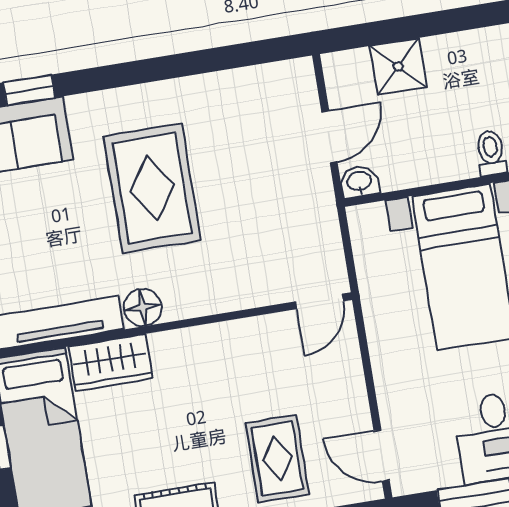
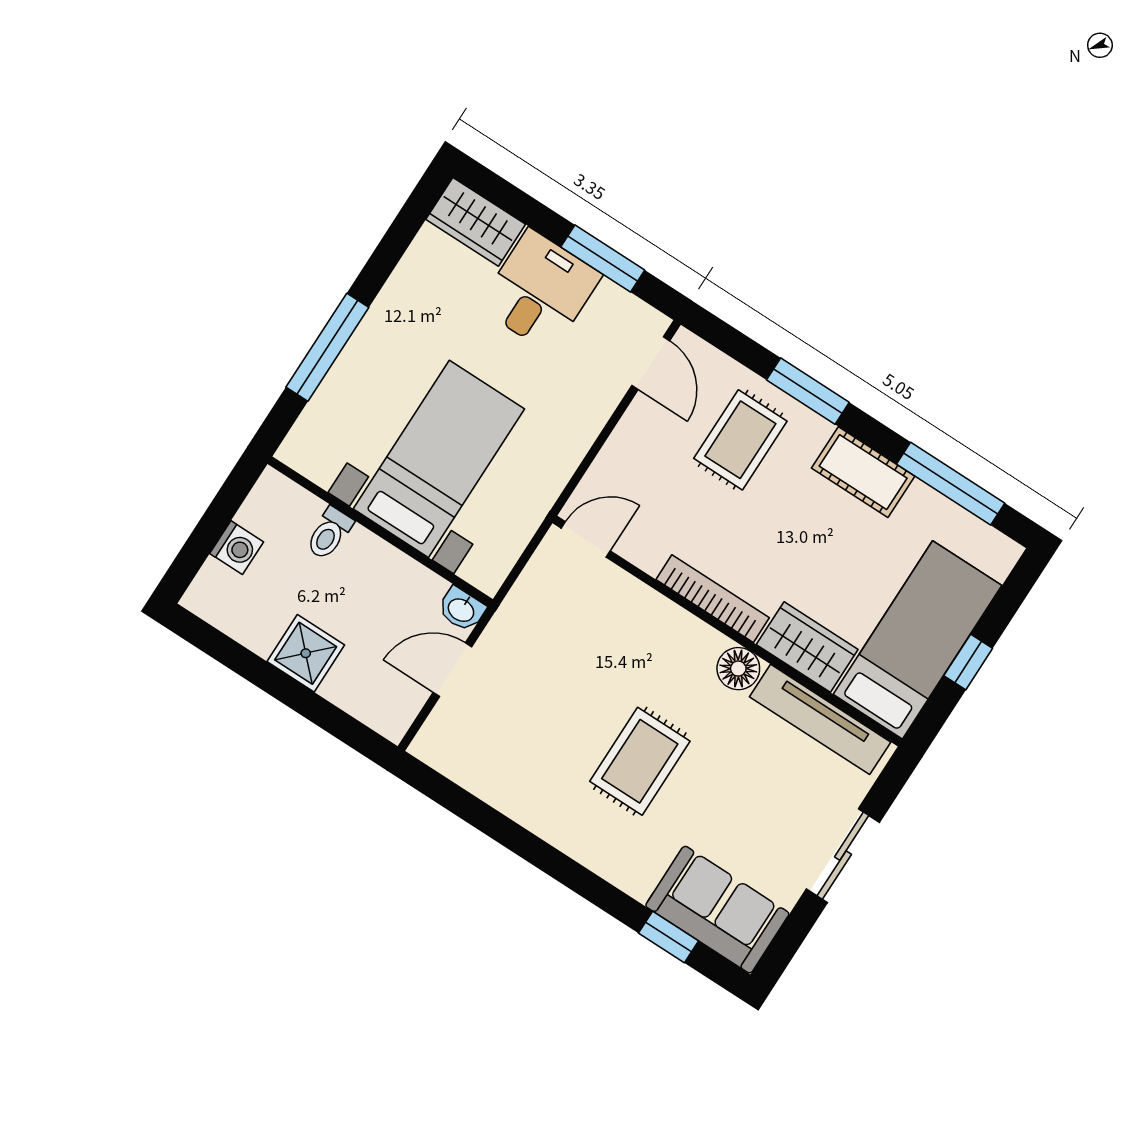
shower: (398, 66) -> (306, 653), moved
rug: (152, 188) -> (640, 761), width x0.73, depth x0.70
bookcase: (201, 338) -> (713, 599), added

